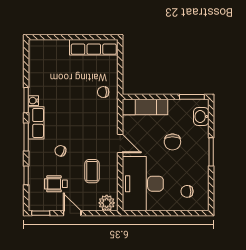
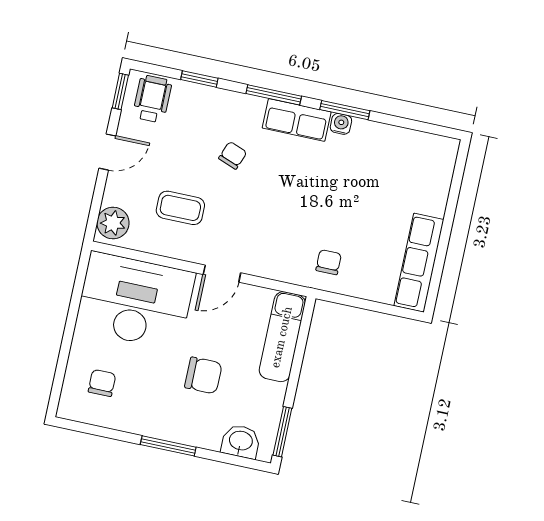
chair: (172, 142) -> (203, 375), turned 180
wheelchair: (56, 184) -> (152, 99), moved

